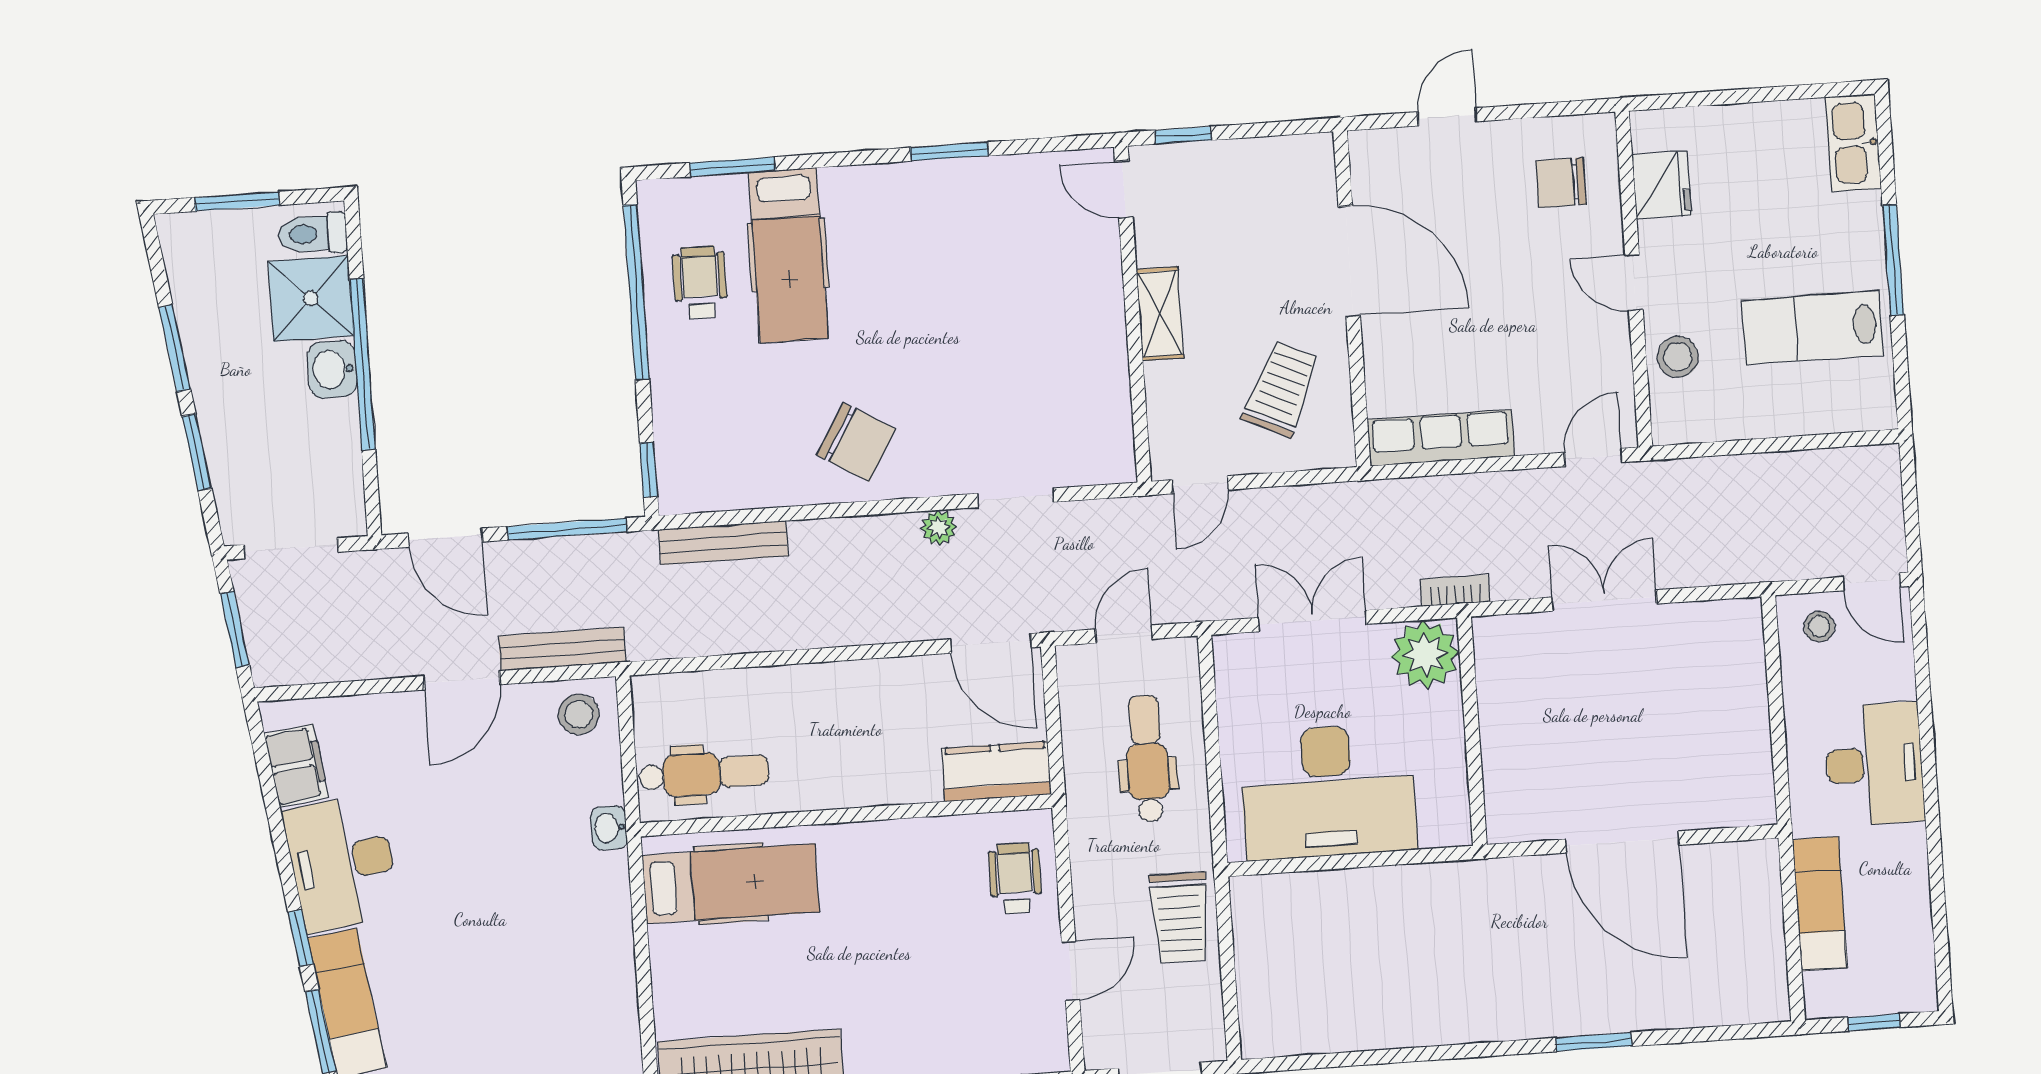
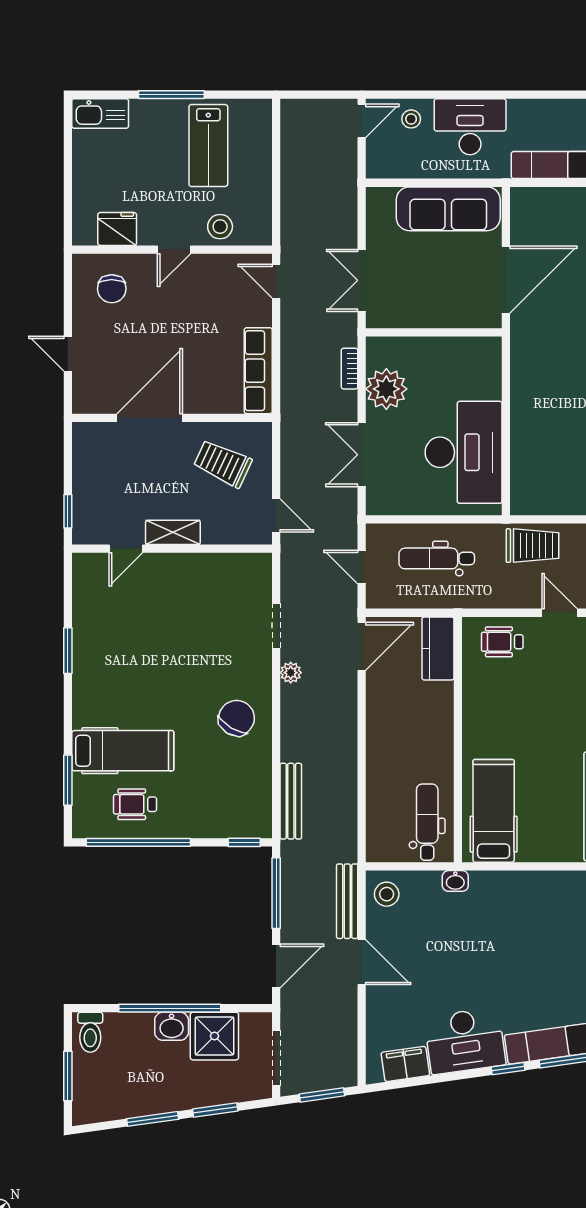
door: (1124, 189) -> (126, 549), moved
shower: (311, 299) -> (214, 1036), moved
stool: (1819, 627) -> (411, 119), moved
wall: (1472, 731) -> (434, 332), moved
sofa: (1734, 737) -> (448, 209), added

